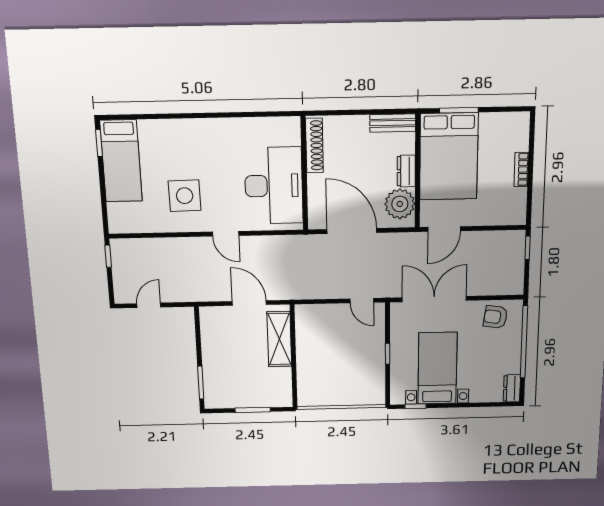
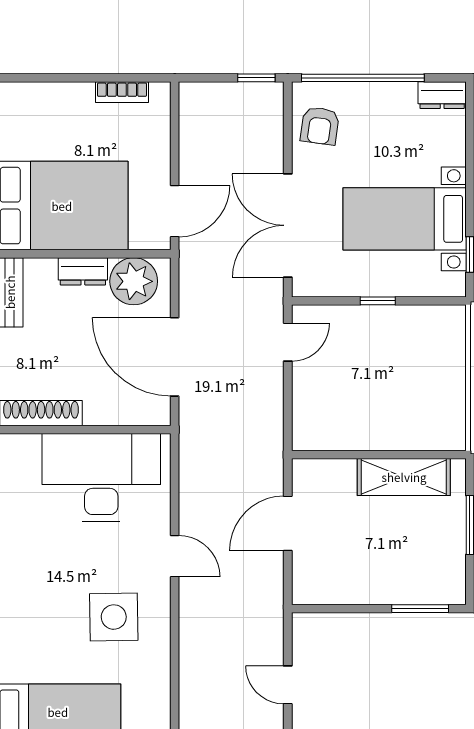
bookcase: (521, 170) -> (122, 92), moved
door: (444, 229) -> (175, 211), hinge flipped
door: (352, 231) -> (175, 357), hinge flipped
door: (226, 234) -> (175, 556), hinge flipped
window: (528, 248) -> (256, 78), moved
shelving: (279, 339) -> (404, 477), moved

